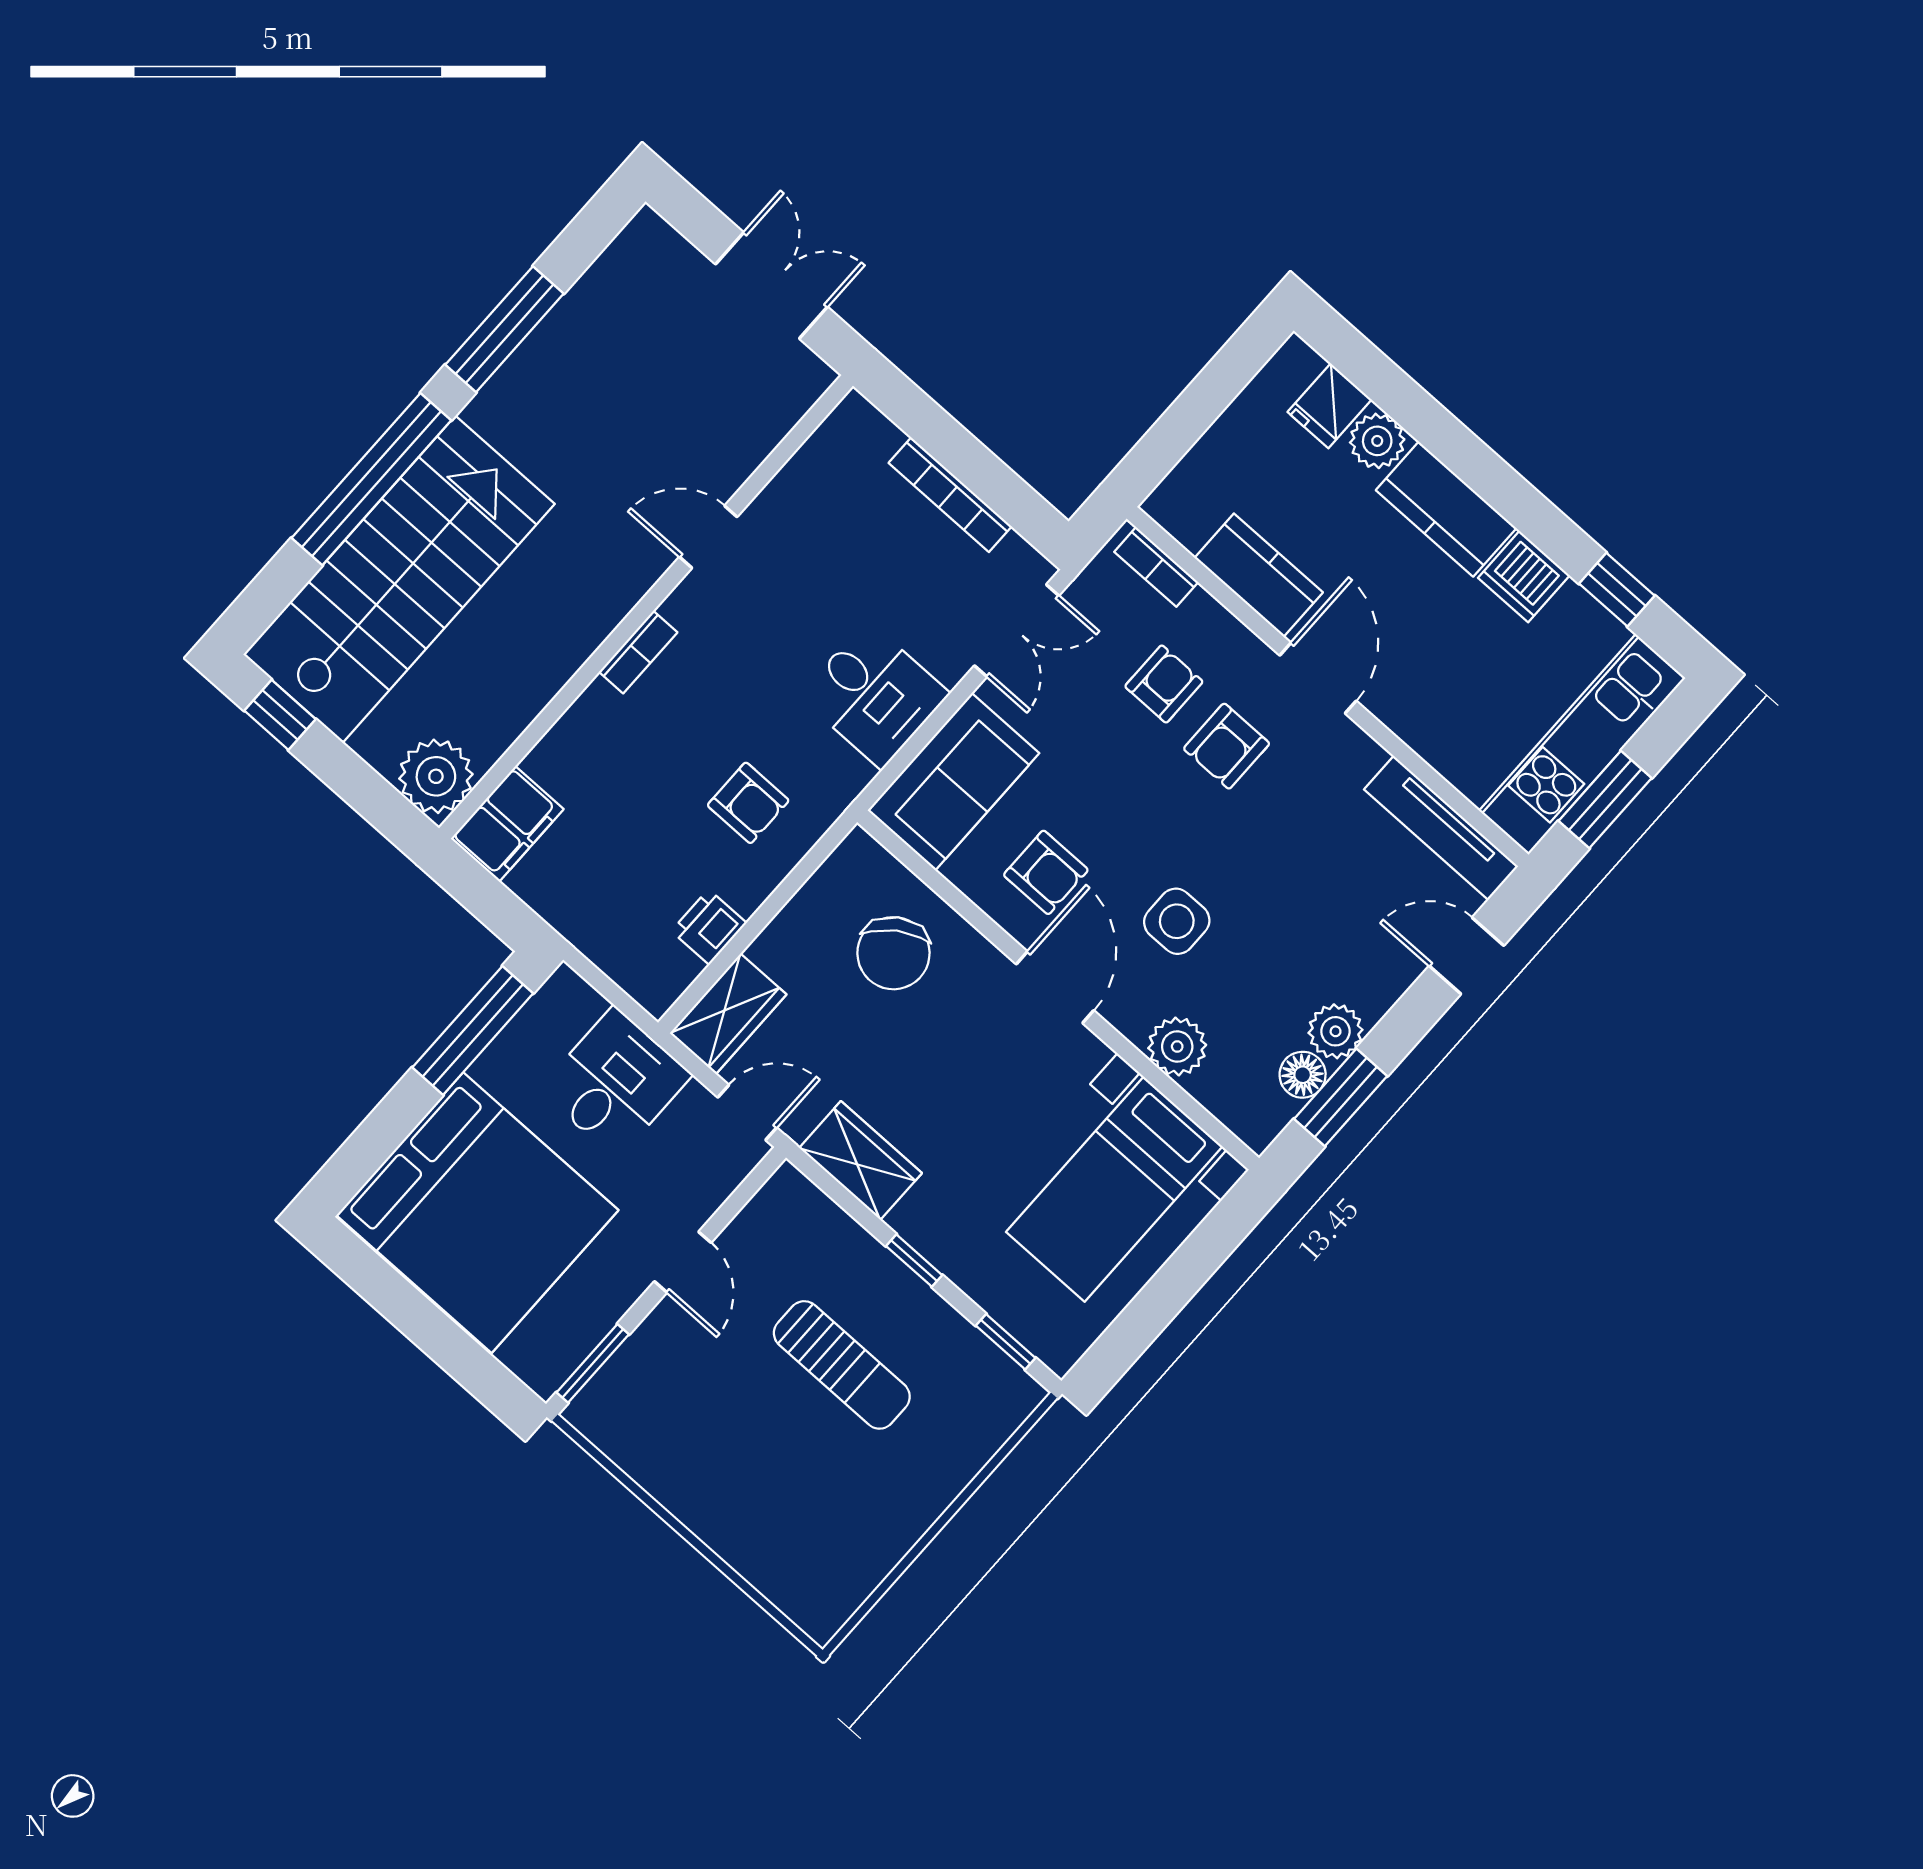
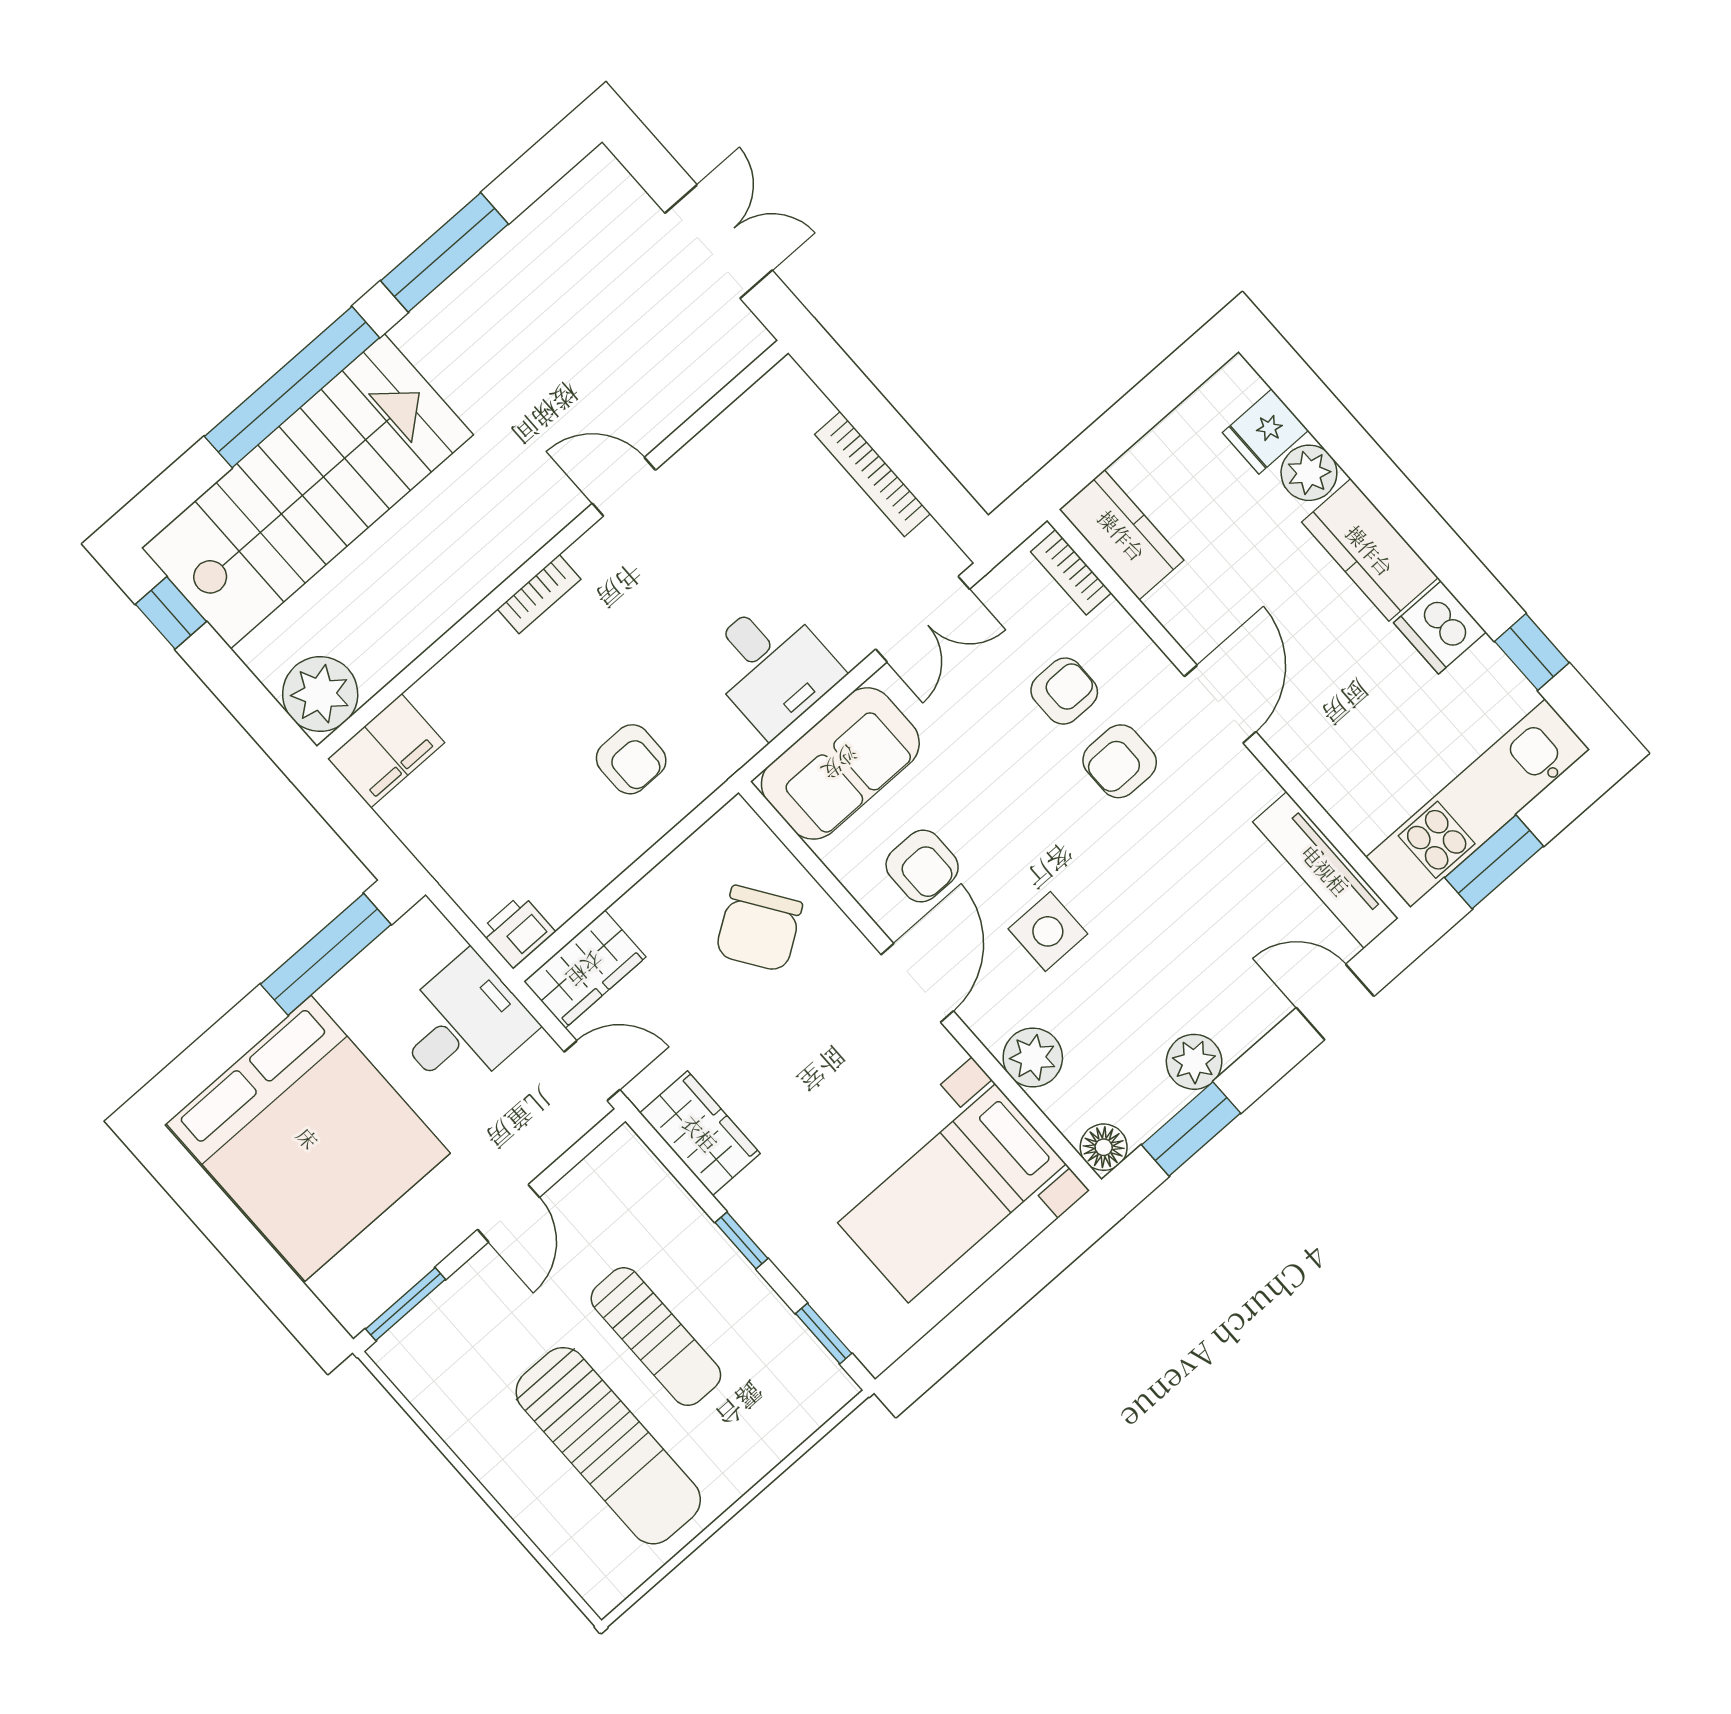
kitchen counter: (1259, 575) -> (1122, 535), moved
printer: (709, 927) -> (517, 931), moved
floor lamp: (1303, 1075) -> (1104, 1147), moved
sun lounger: (808, 1477) -> (608, 1446), added

